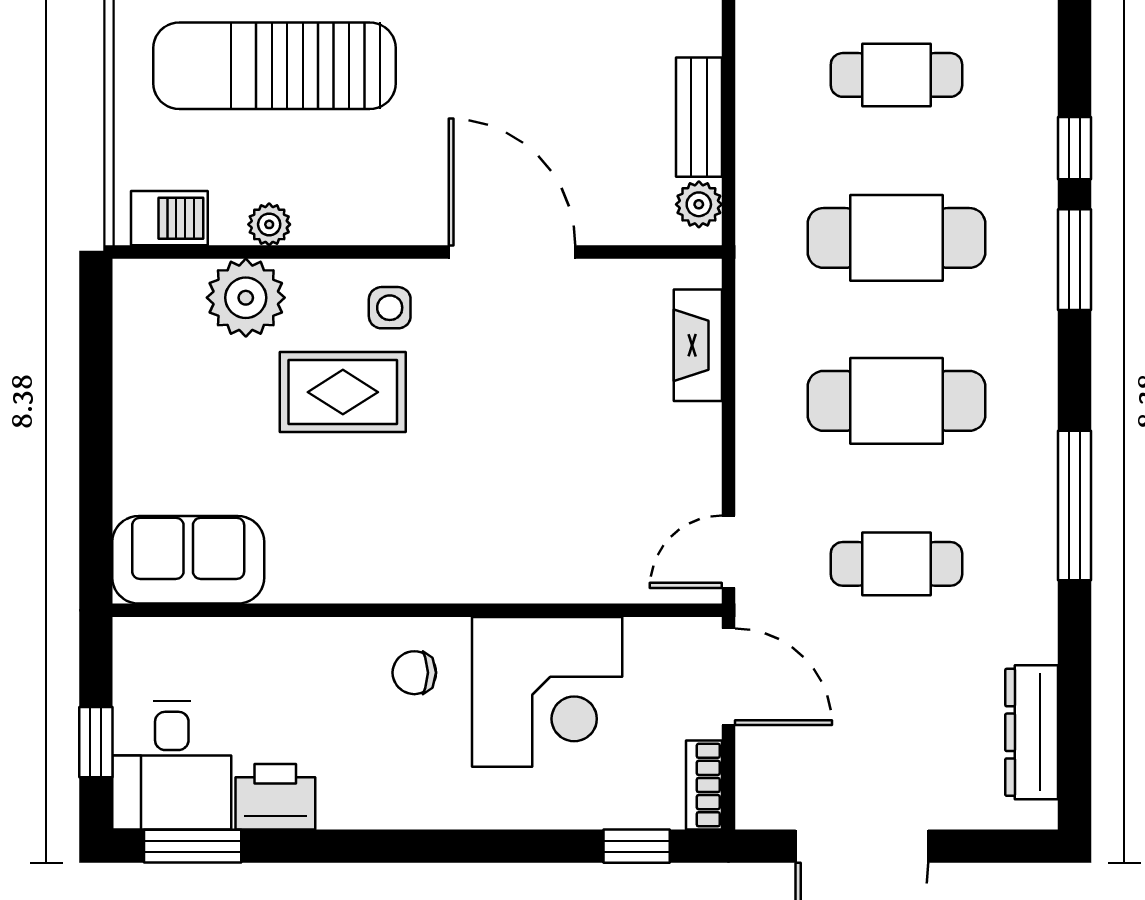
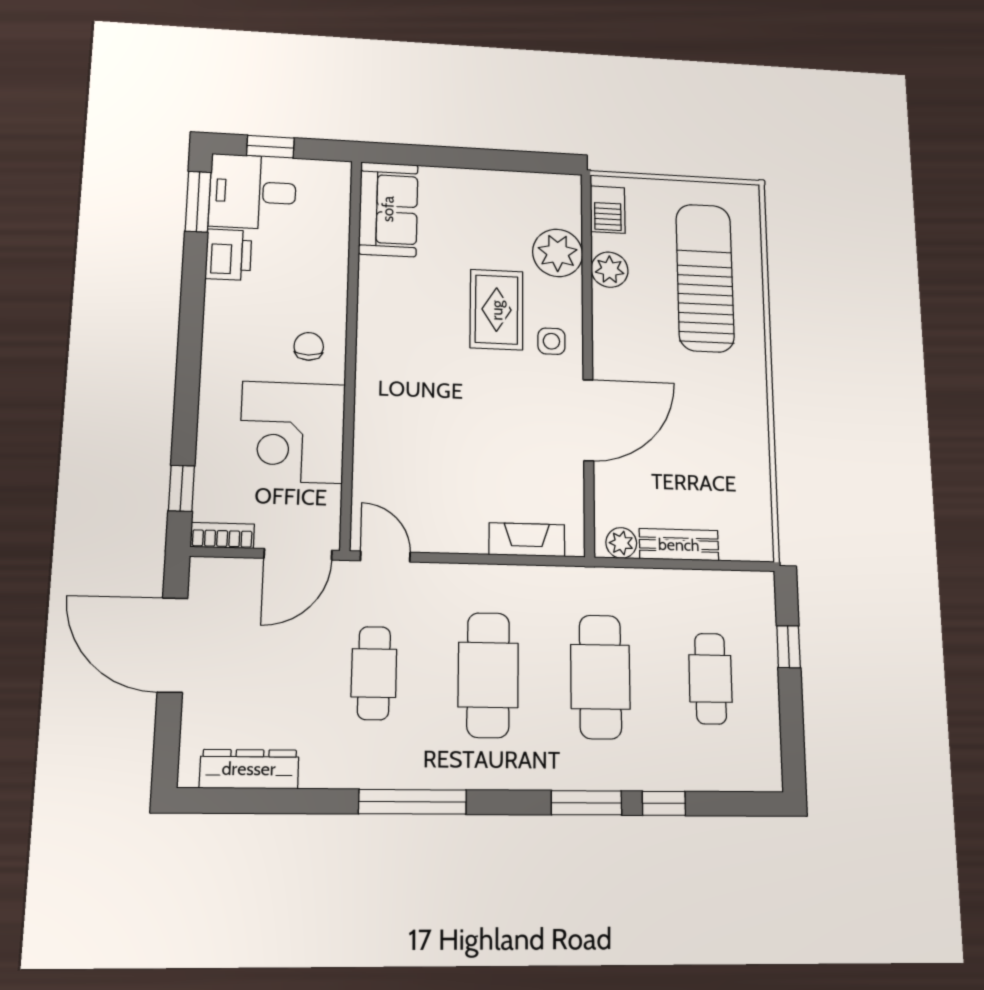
plant: (269, 224) -> (610, 270), width x1.38, depth x1.38

